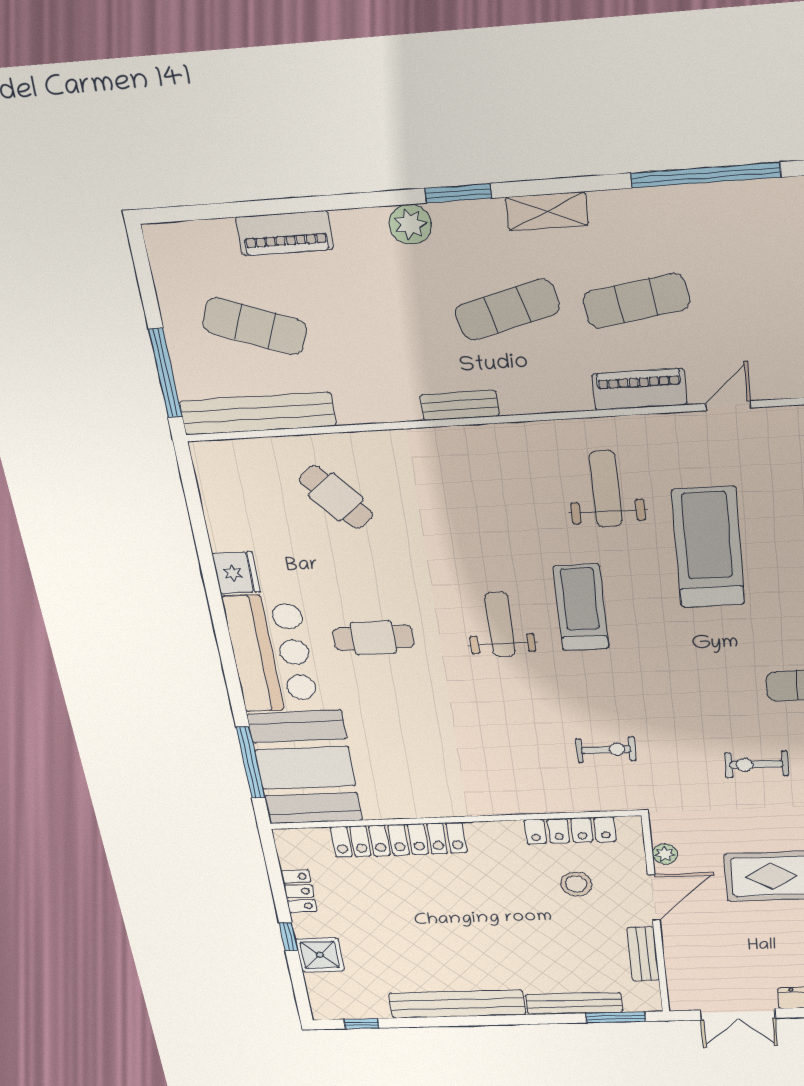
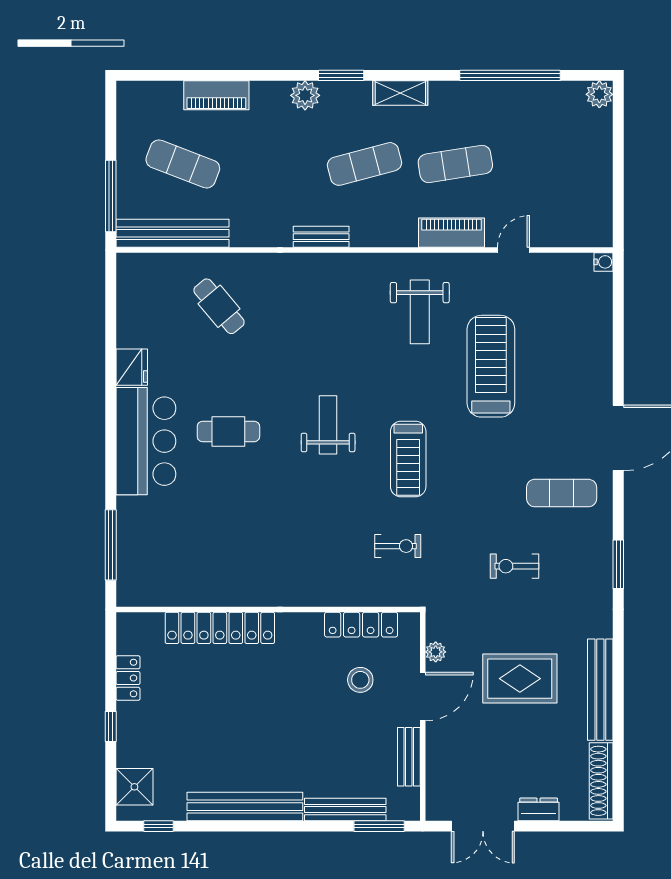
weight bench: (606, 489) -> (420, 312), turned 180
treadmill: (581, 607) -> (408, 459), moved, turned 180
booth: (305, 768) -> (155, 552), removed
shower: (320, 955) -> (134, 787), moved

